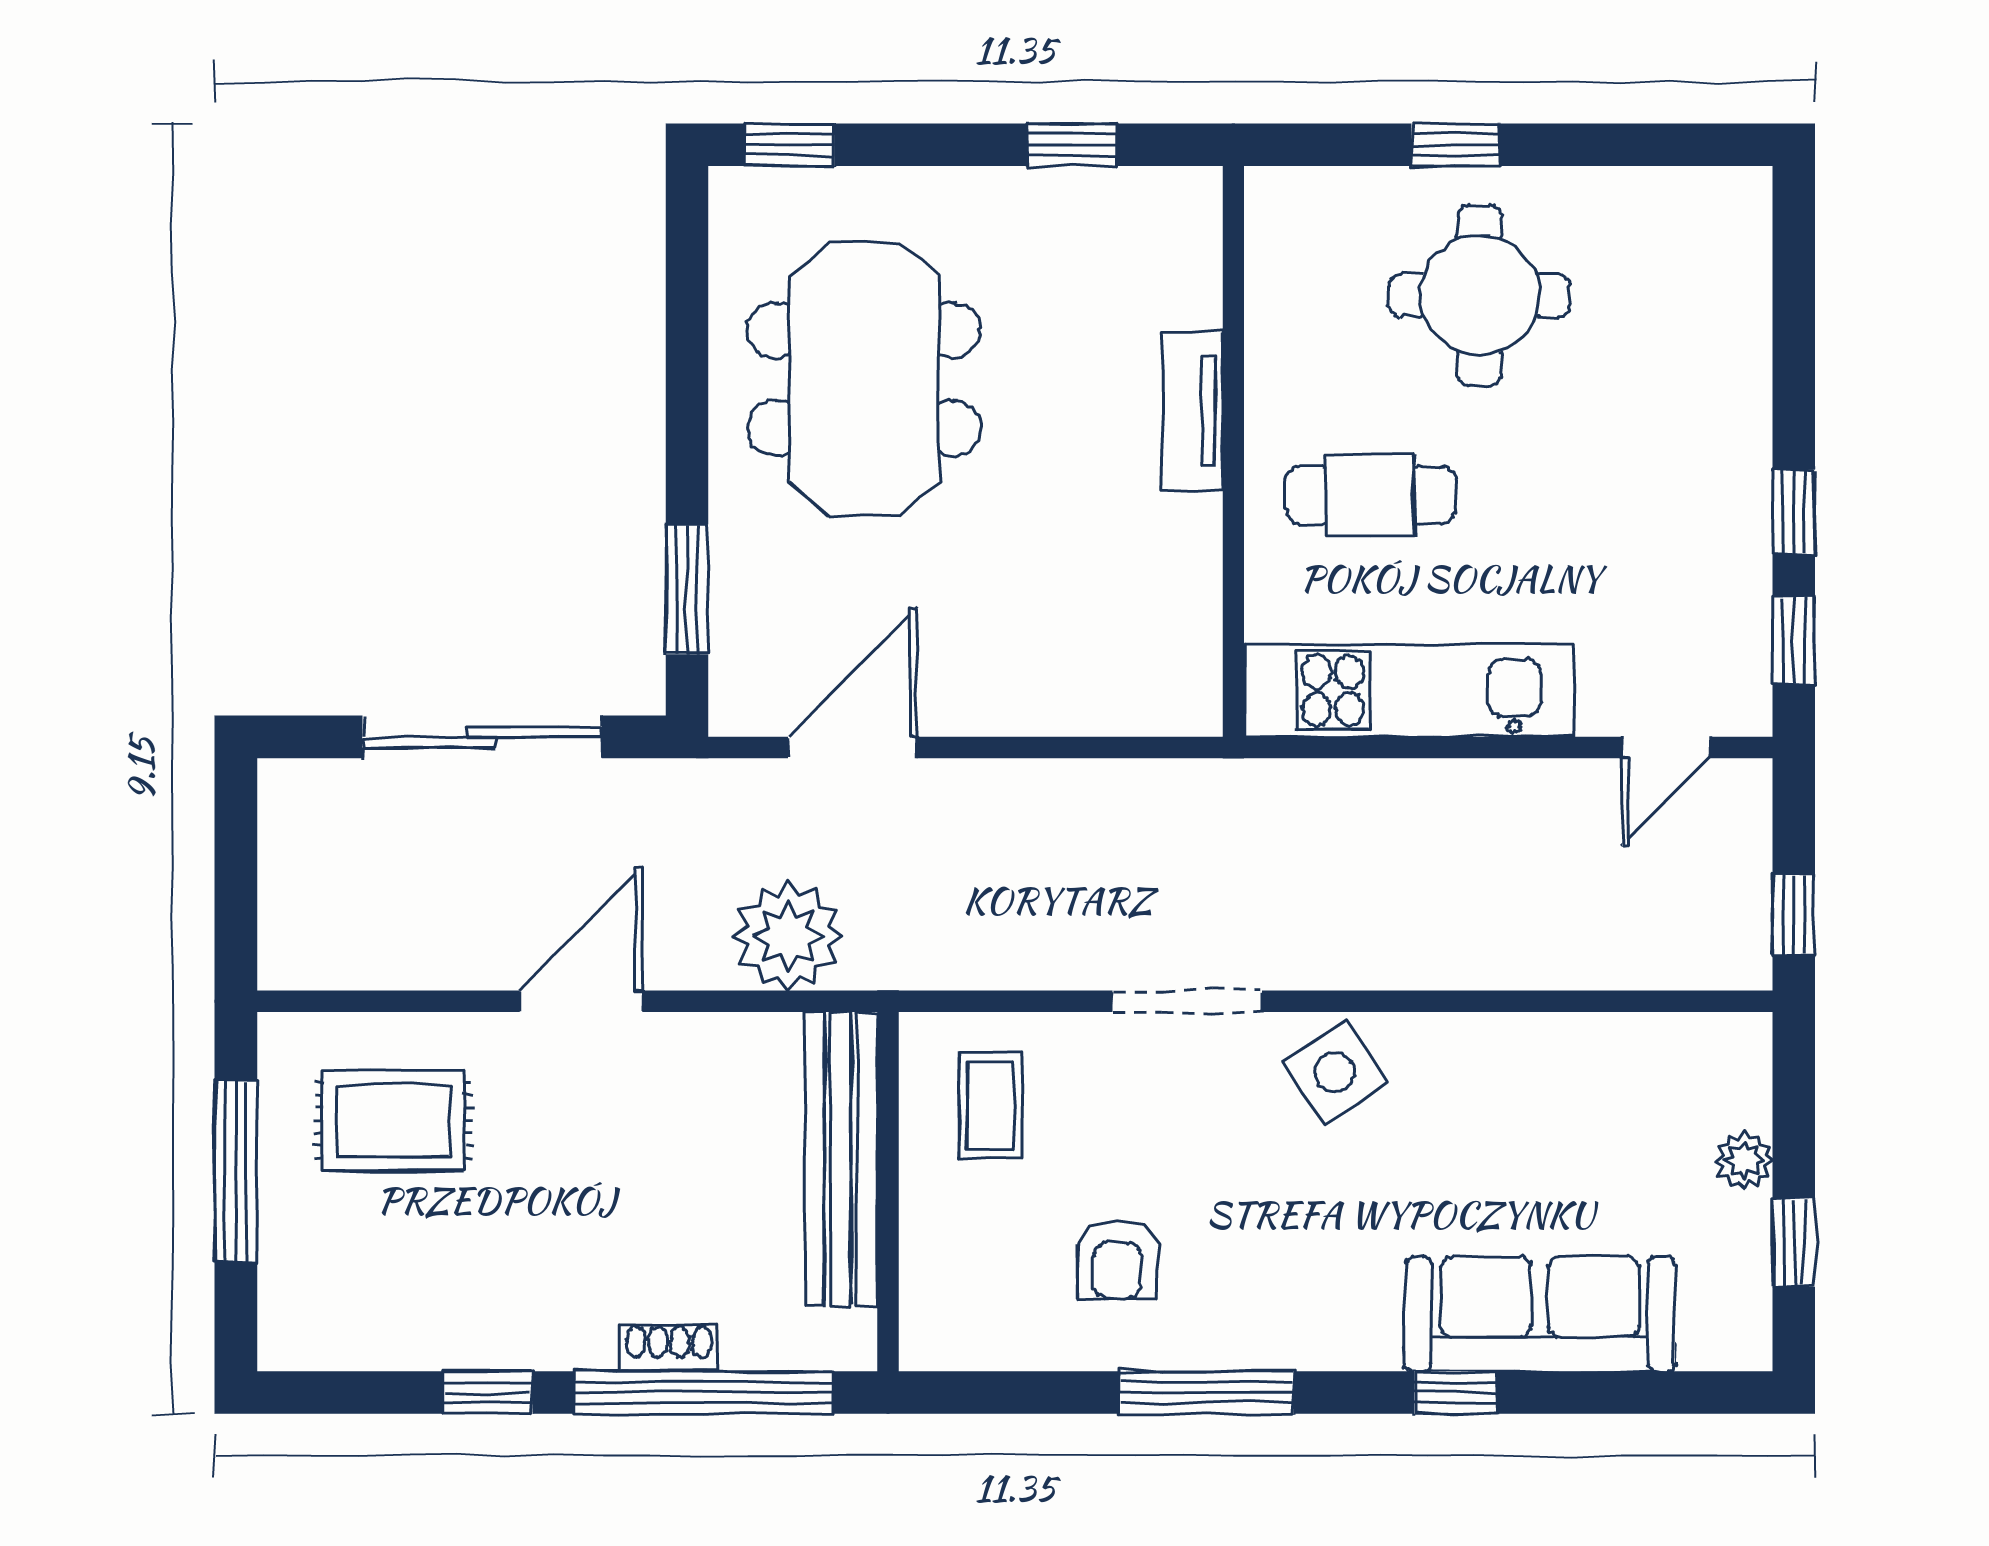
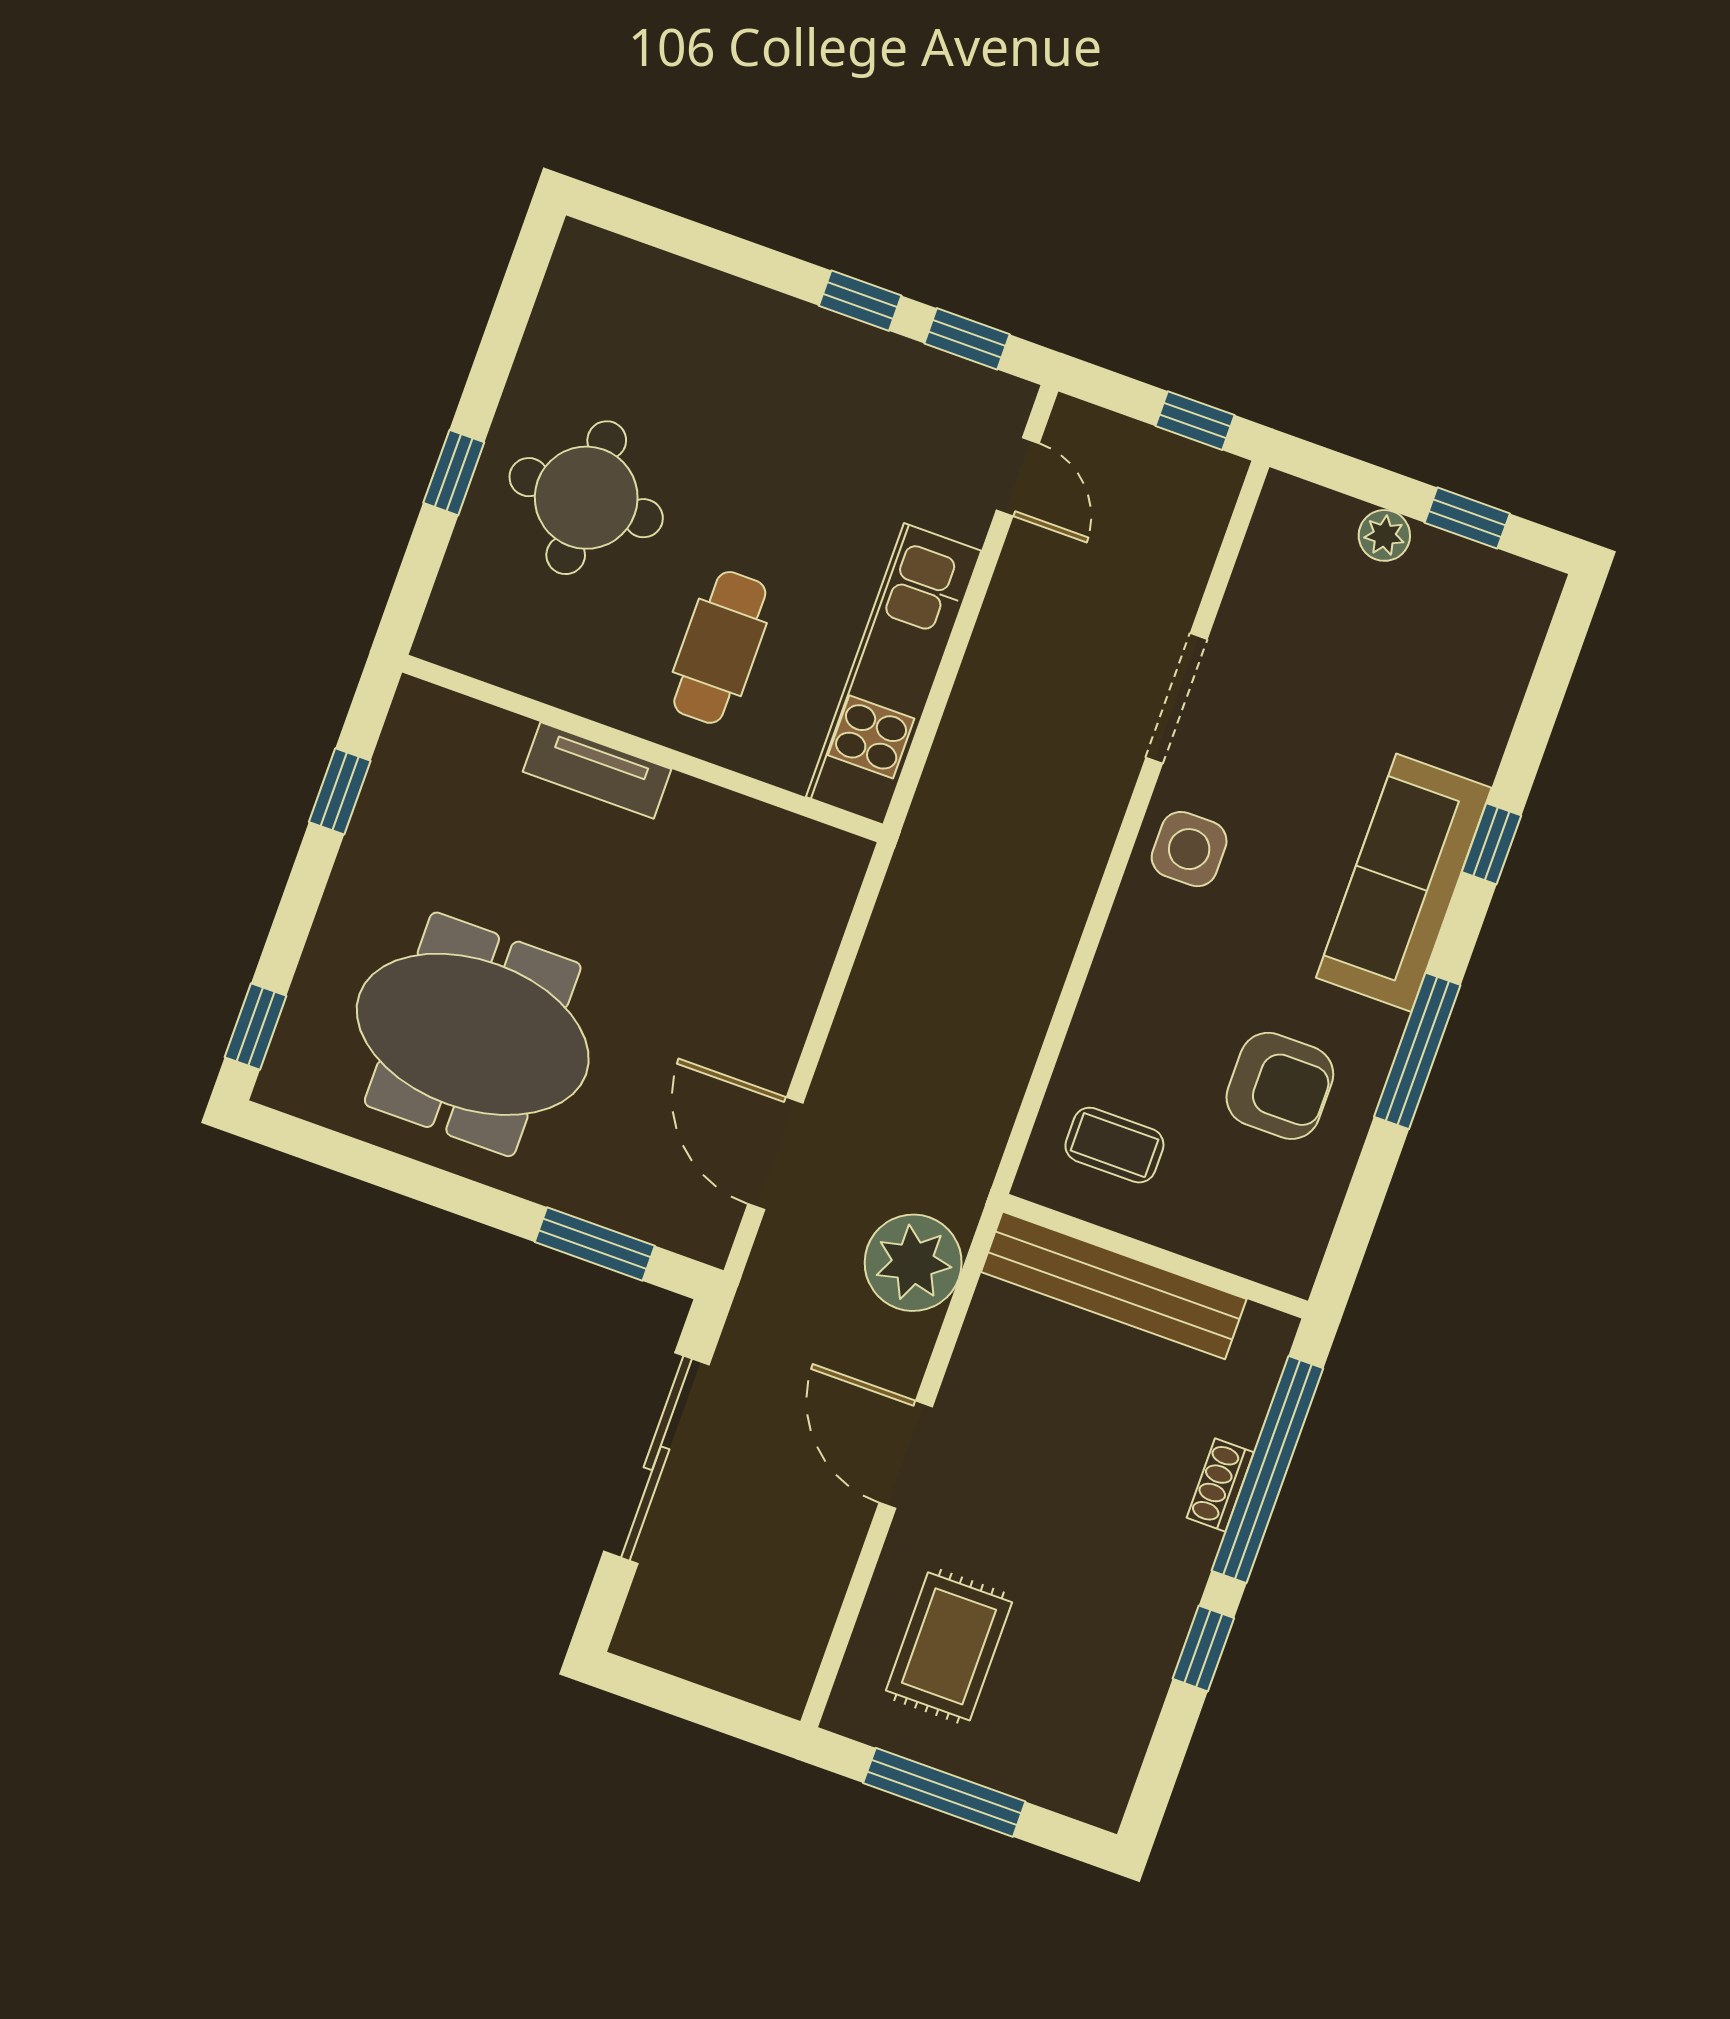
doorway: (1187, 1001) -> (1176, 698), moved
side table: (1335, 1072) -> (1189, 849), turned 34
armchair: (1117, 1259) -> (1280, 1086), width x1.38, depth x1.38
sofa: (1540, 1314) -> (1404, 883), moved

